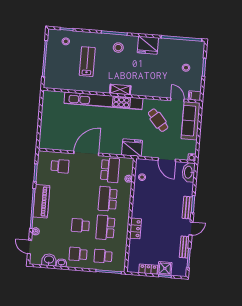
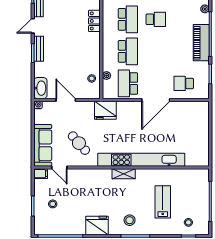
lab bench: (87, 62) -> (163, 202), turned 180

